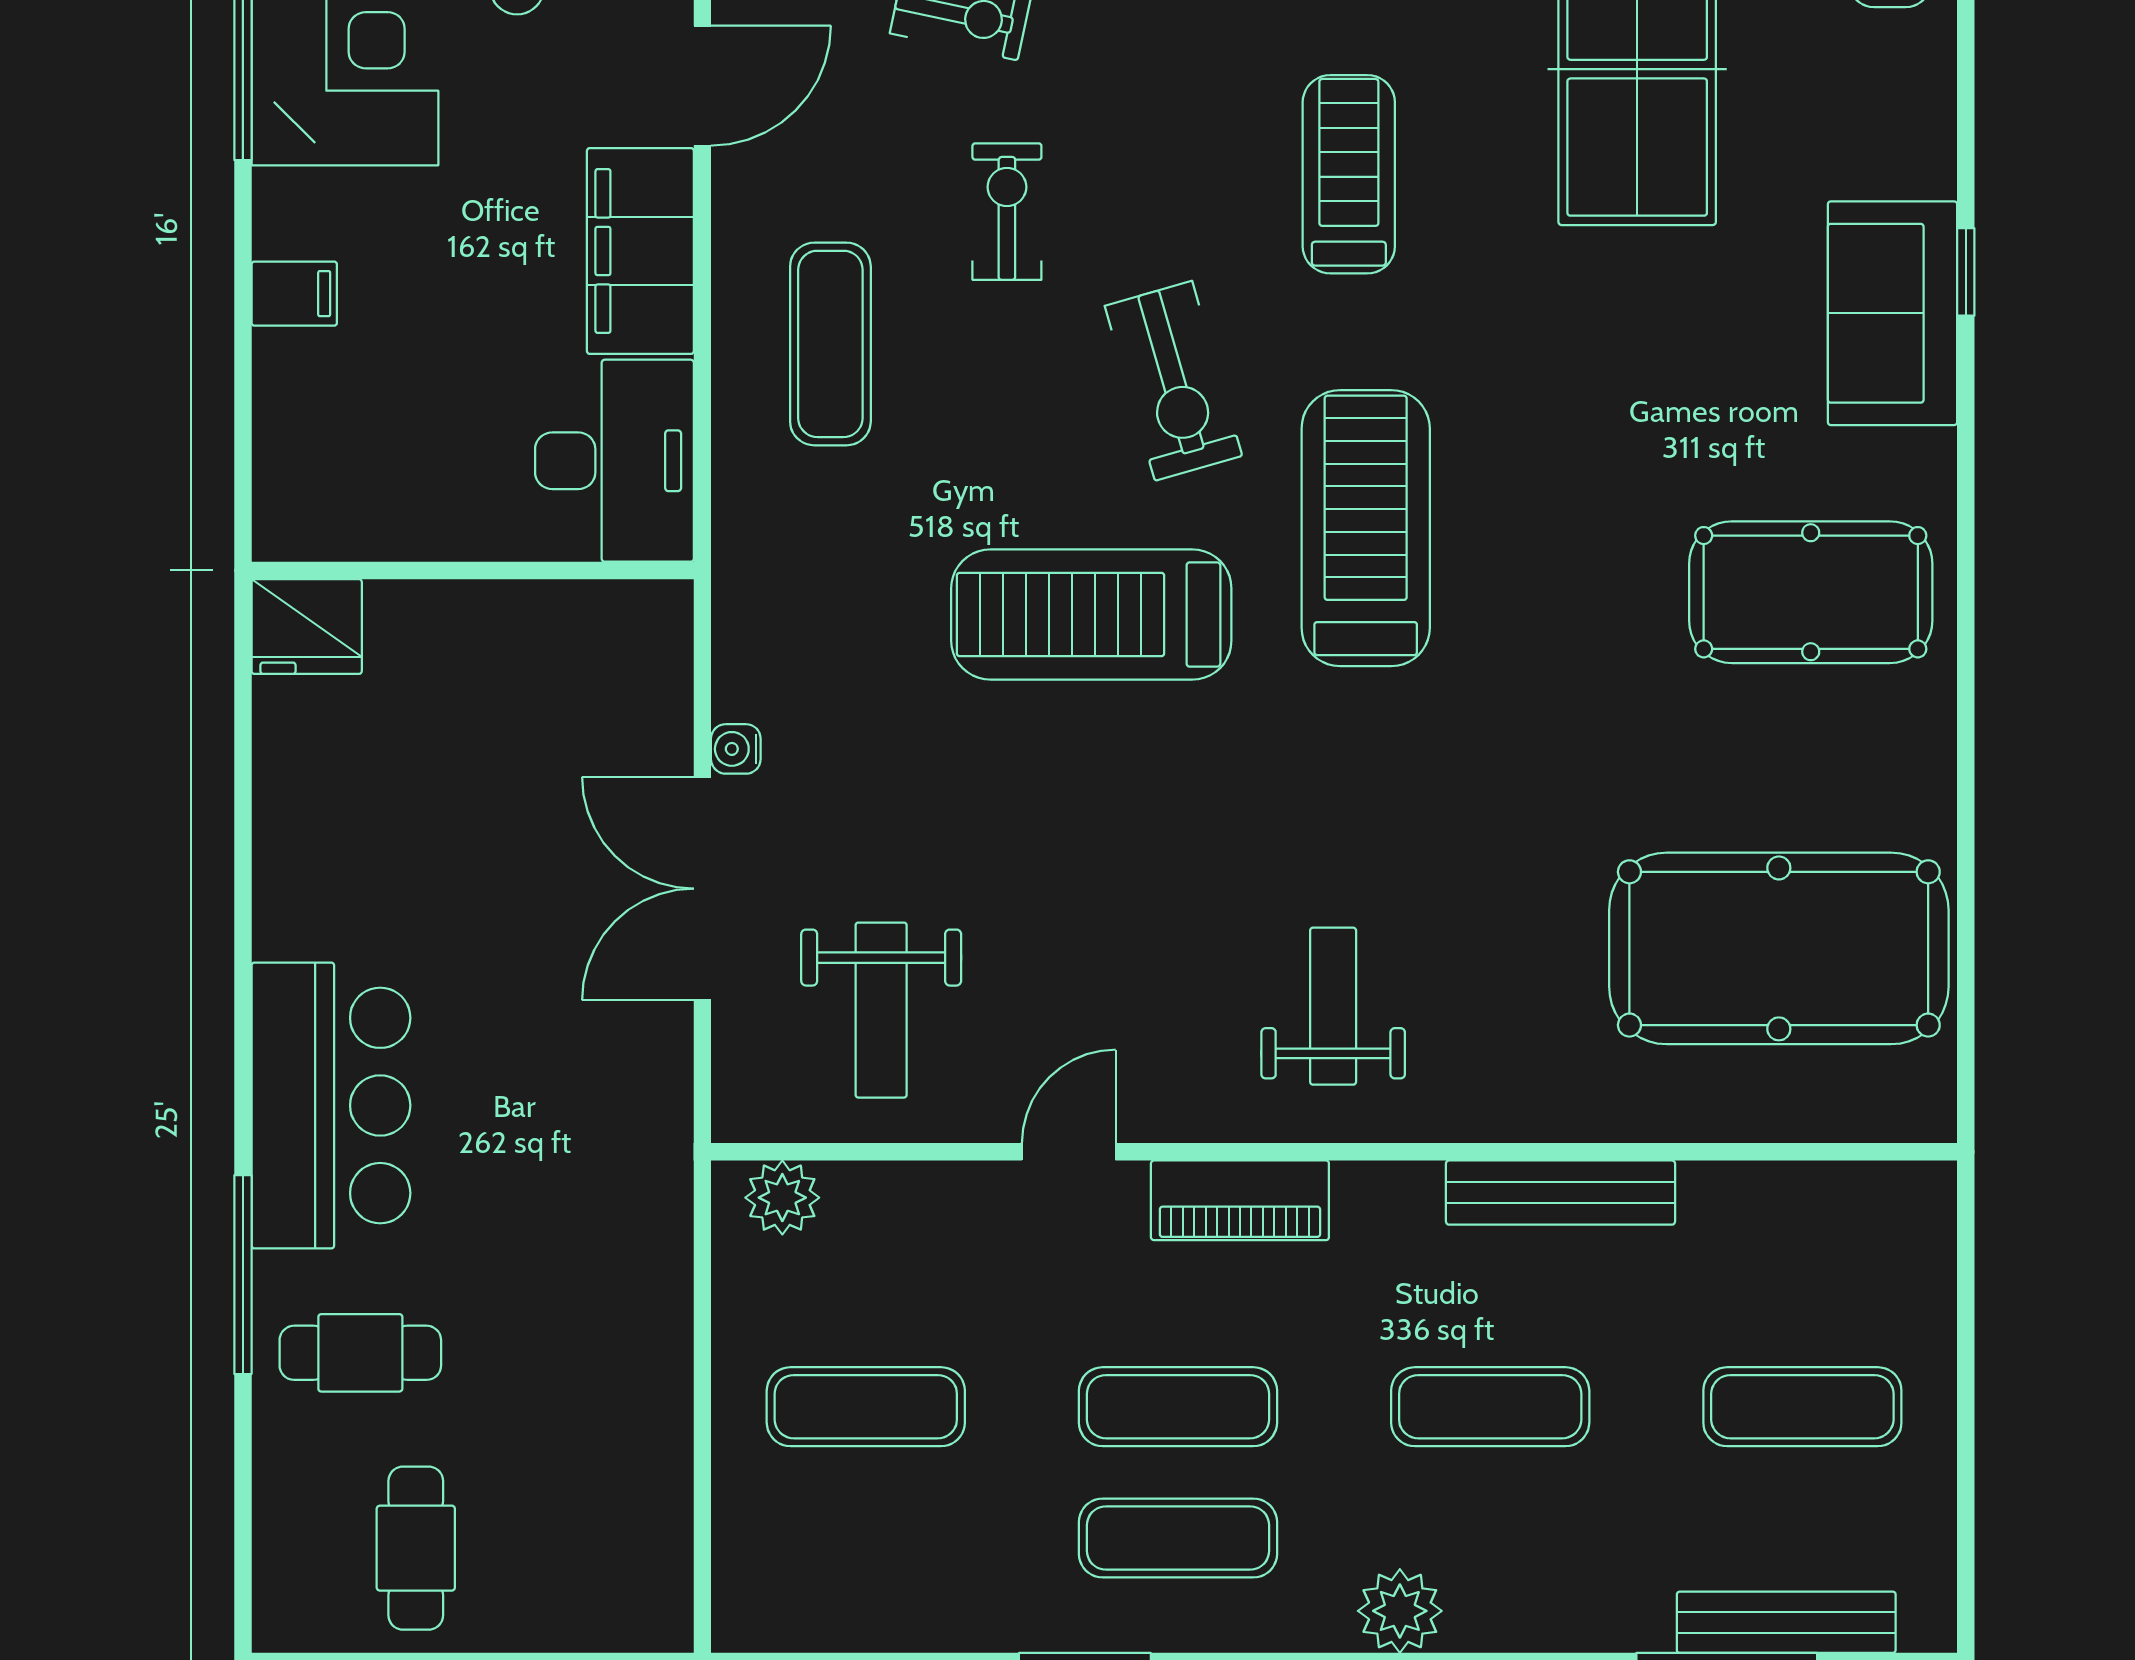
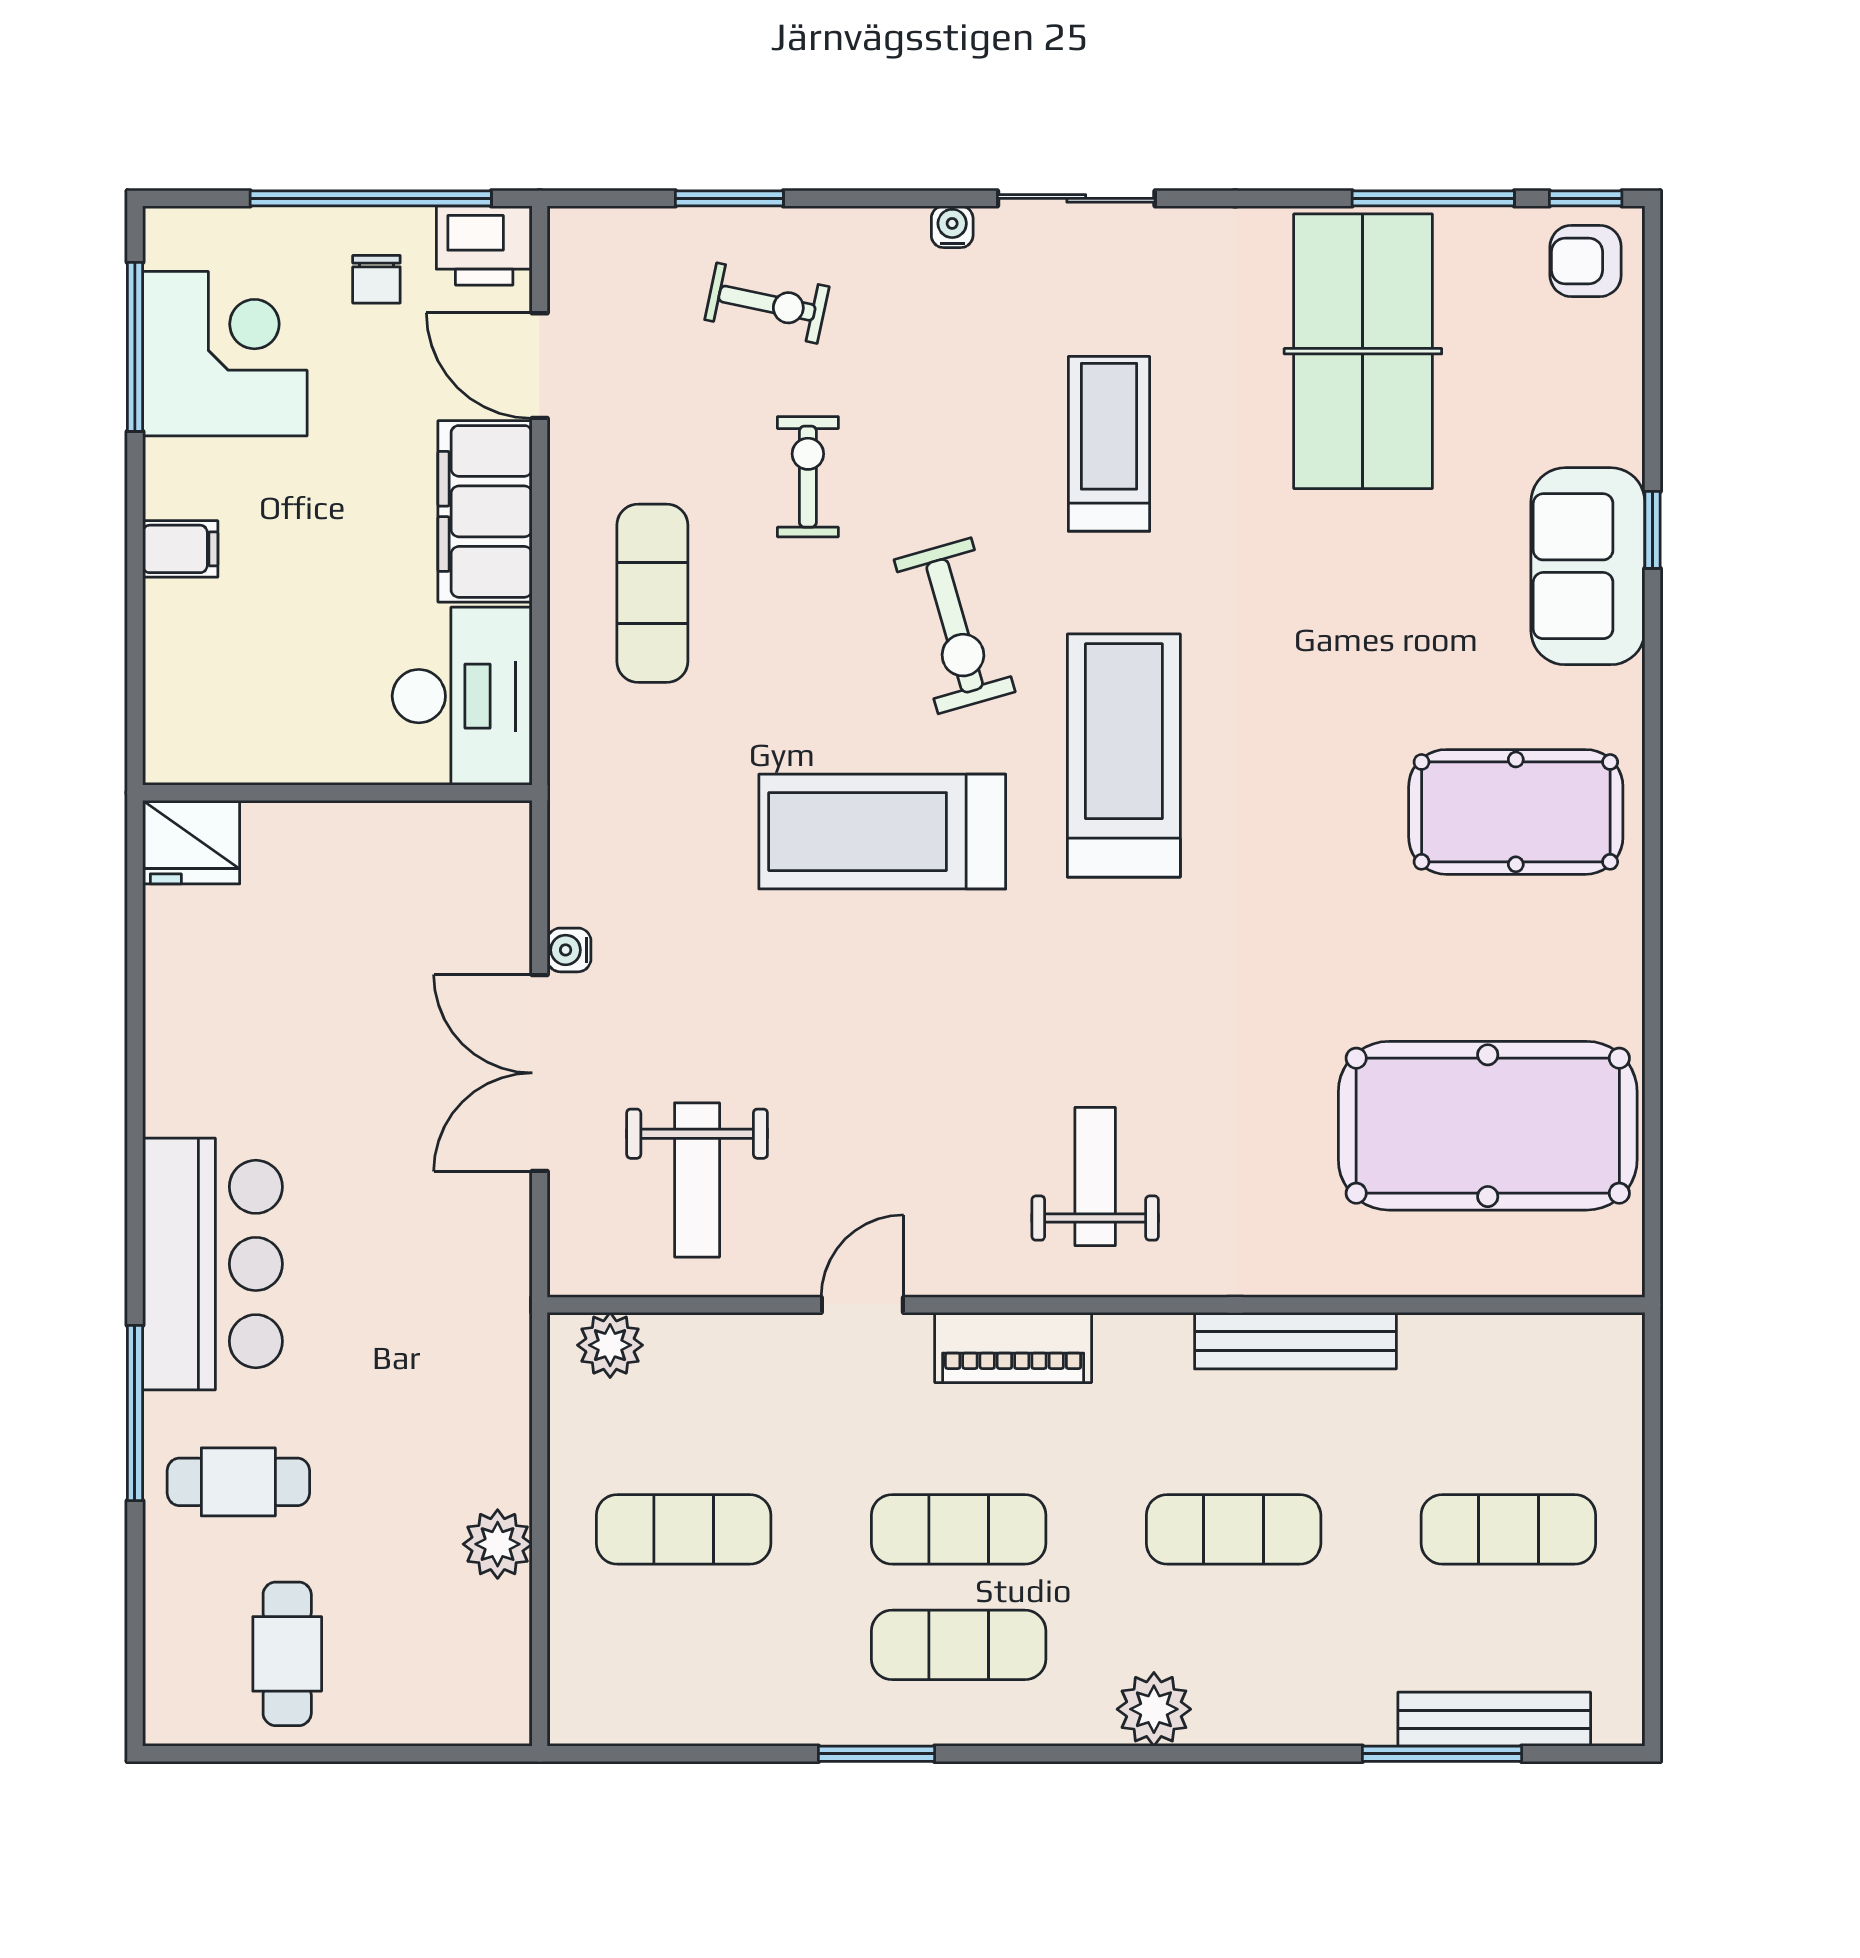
door: (702, 86) -> (540, 366), swing flipped
plant: (655, 1423) -> (498, 1544), added

